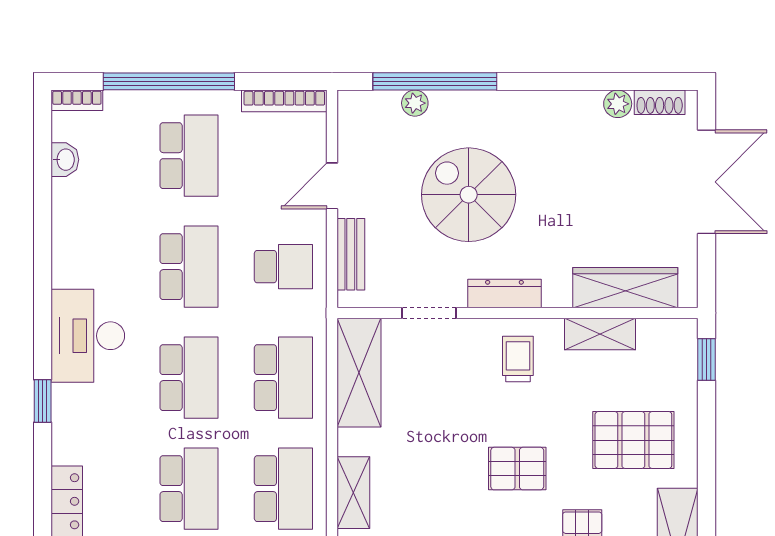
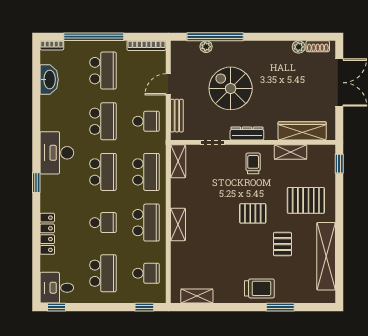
washbasin: (65, 160) -> (49, 80), width x1.91, depth x1.45
shelving: (359, 373) -> (178, 161), width x0.67, depth x0.75
school desk: (189, 489) -> (103, 223), width x0.54

